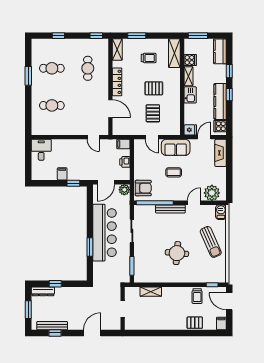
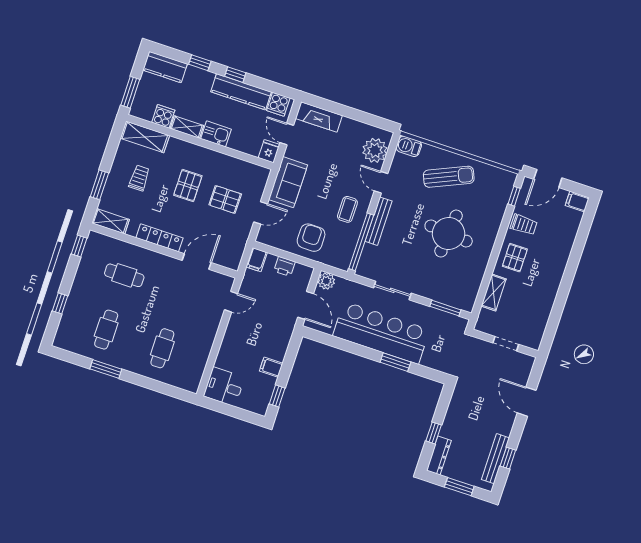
coffee table: (174, 172) -> (347, 209), moved
window: (73, 183) -> (277, 396), moved
armchair: (143, 188) -> (311, 238), moved
round table: (177, 253) -> (449, 234), width x1.36, depth x1.36
pallet: (195, 323) -> (515, 258), moved

